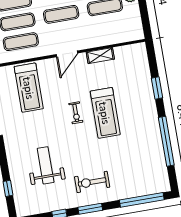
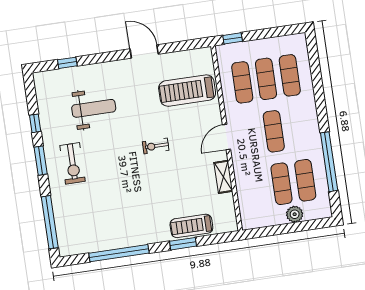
door: (67, 54) -> (226, 137), hinge flipped
treadmill: (105, 113) -> (191, 226), moved, width x0.73, depth x0.73
exercise bike: (92, 182) -> (73, 163), turned 180

